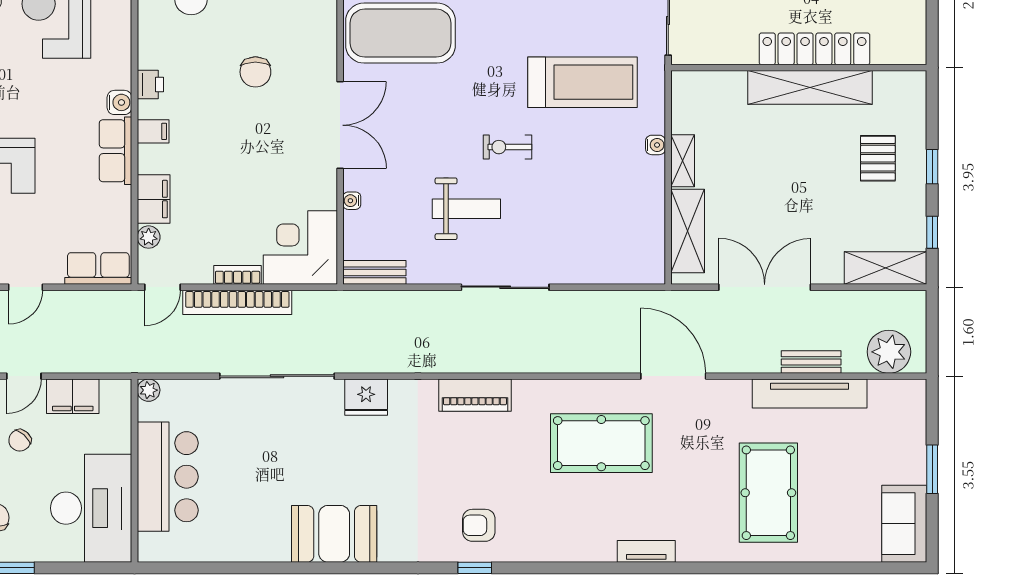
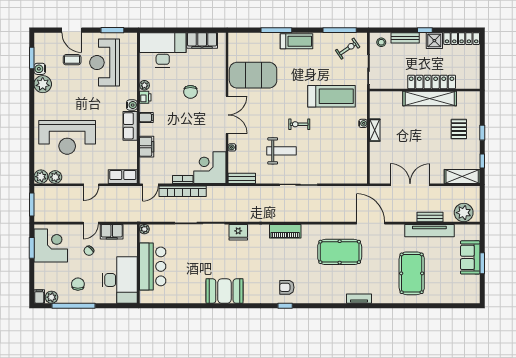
shelving: (688, 231) -> (377, 160), removed
plant: (149, 237) -> (144, 85), moved
sofa: (904, 524) -> (470, 257), moved

